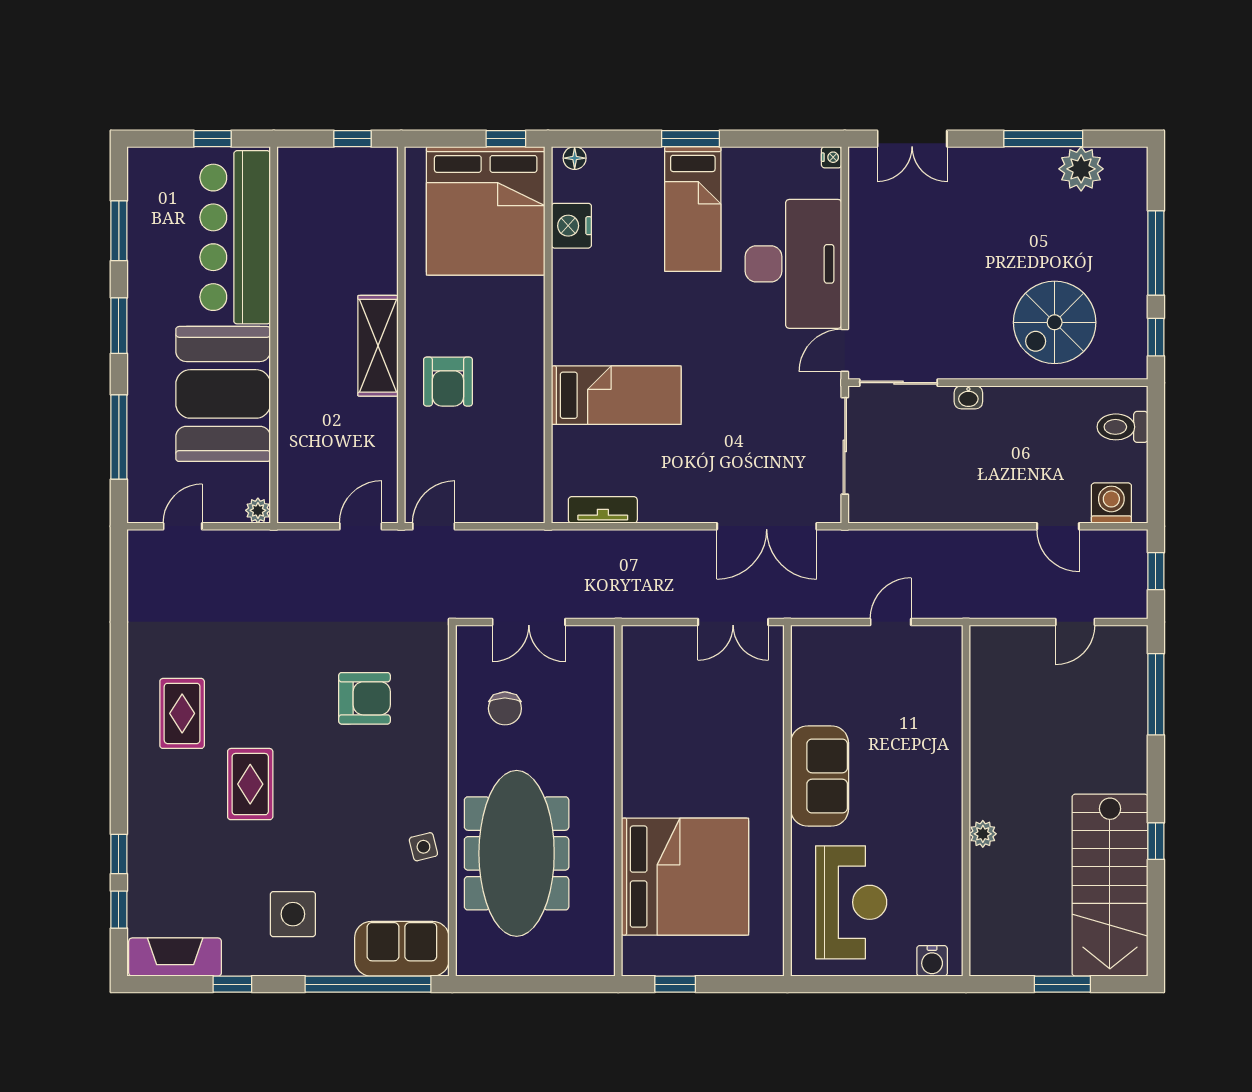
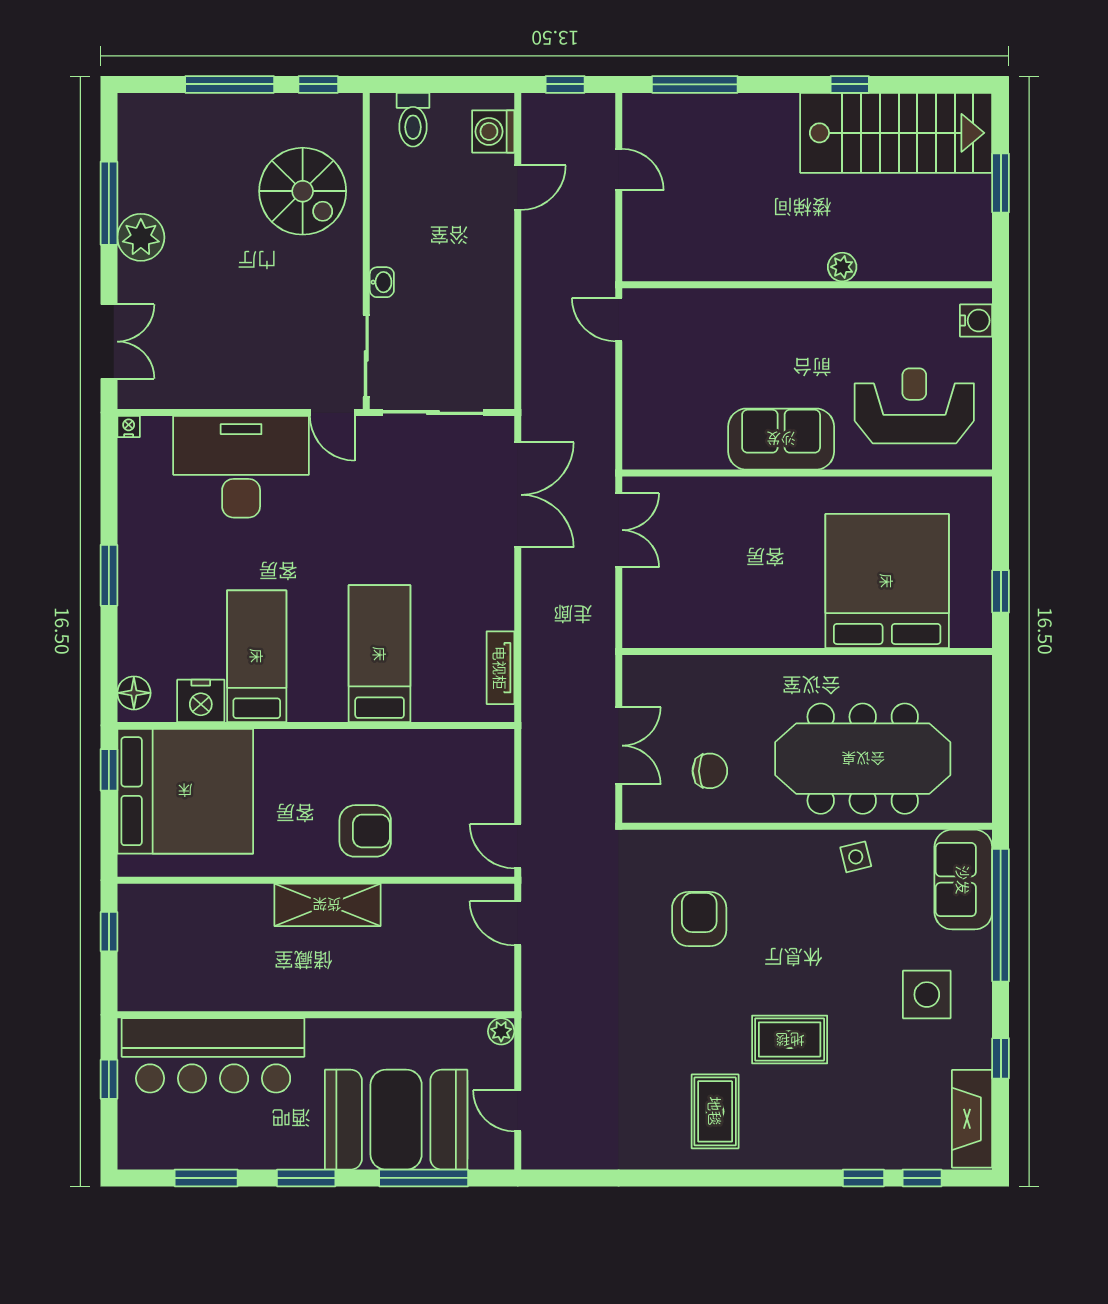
floor lamp: (575, 158) -> (134, 693), width x1.37, depth x1.37
plant: (1081, 169) -> (141, 237), moved
bed: (693, 209) -> (257, 656), moved, turned -90
booth: (223, 394) -> (396, 1120), moved
door: (891, 622) -> (619, 320), moved
rug: (182, 713) -> (715, 1111), turned 90

